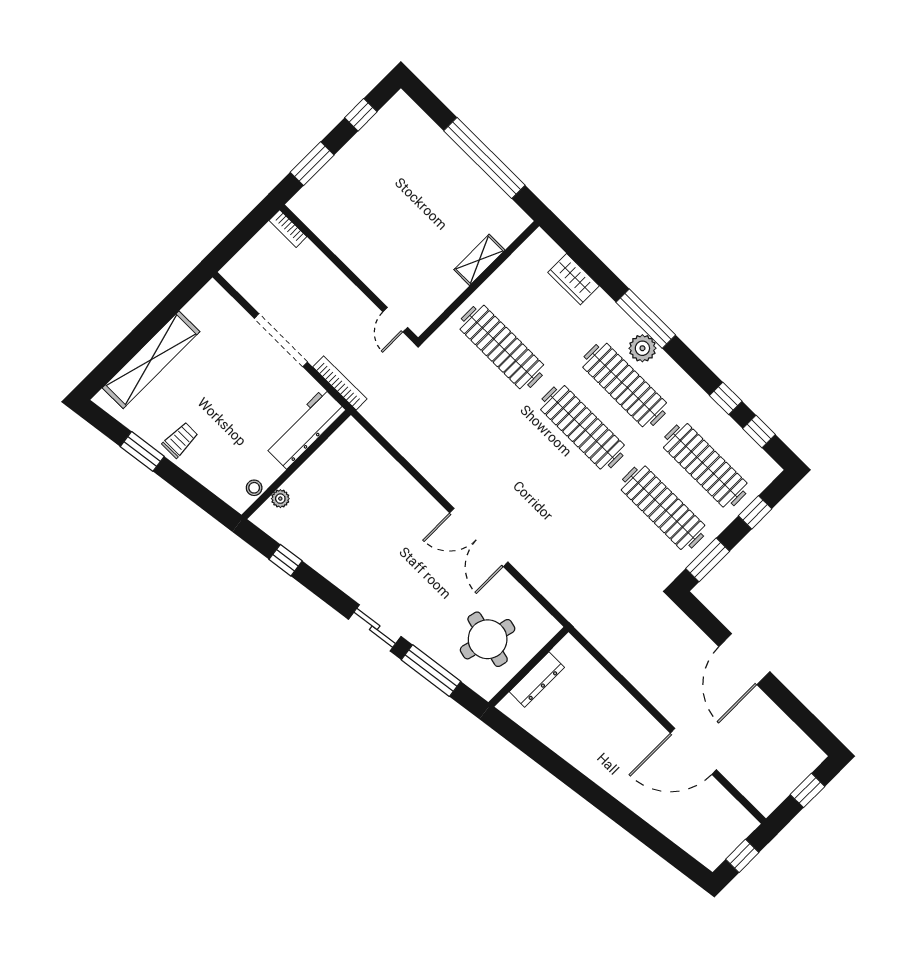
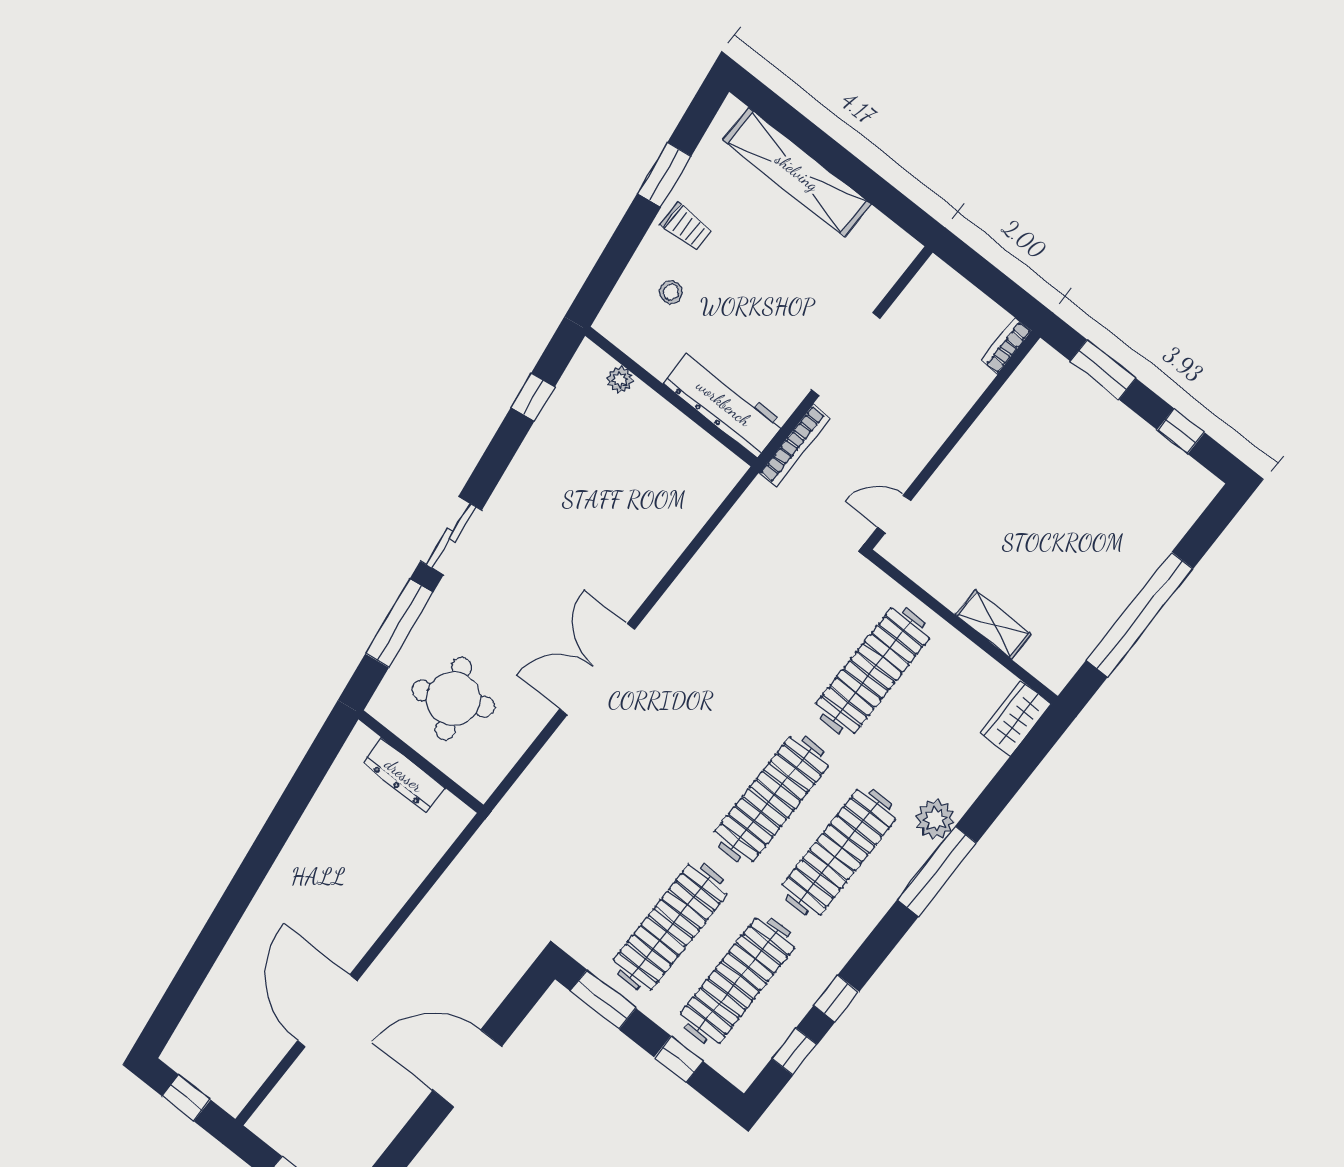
wardrobe: (574, 279) -> (1016, 718), moved
plant: (642, 348) -> (935, 819), moved
stool: (254, 488) -> (671, 292), moved
round table: (488, 639) -> (453, 699), turned -38

